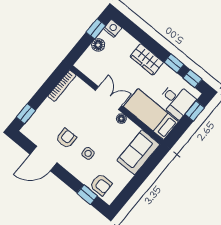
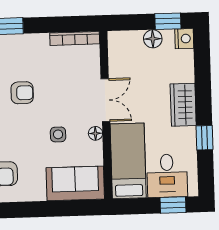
window: (192, 79) -> (206, 172), removed
side table: (88, 153) -> (58, 134), moved

